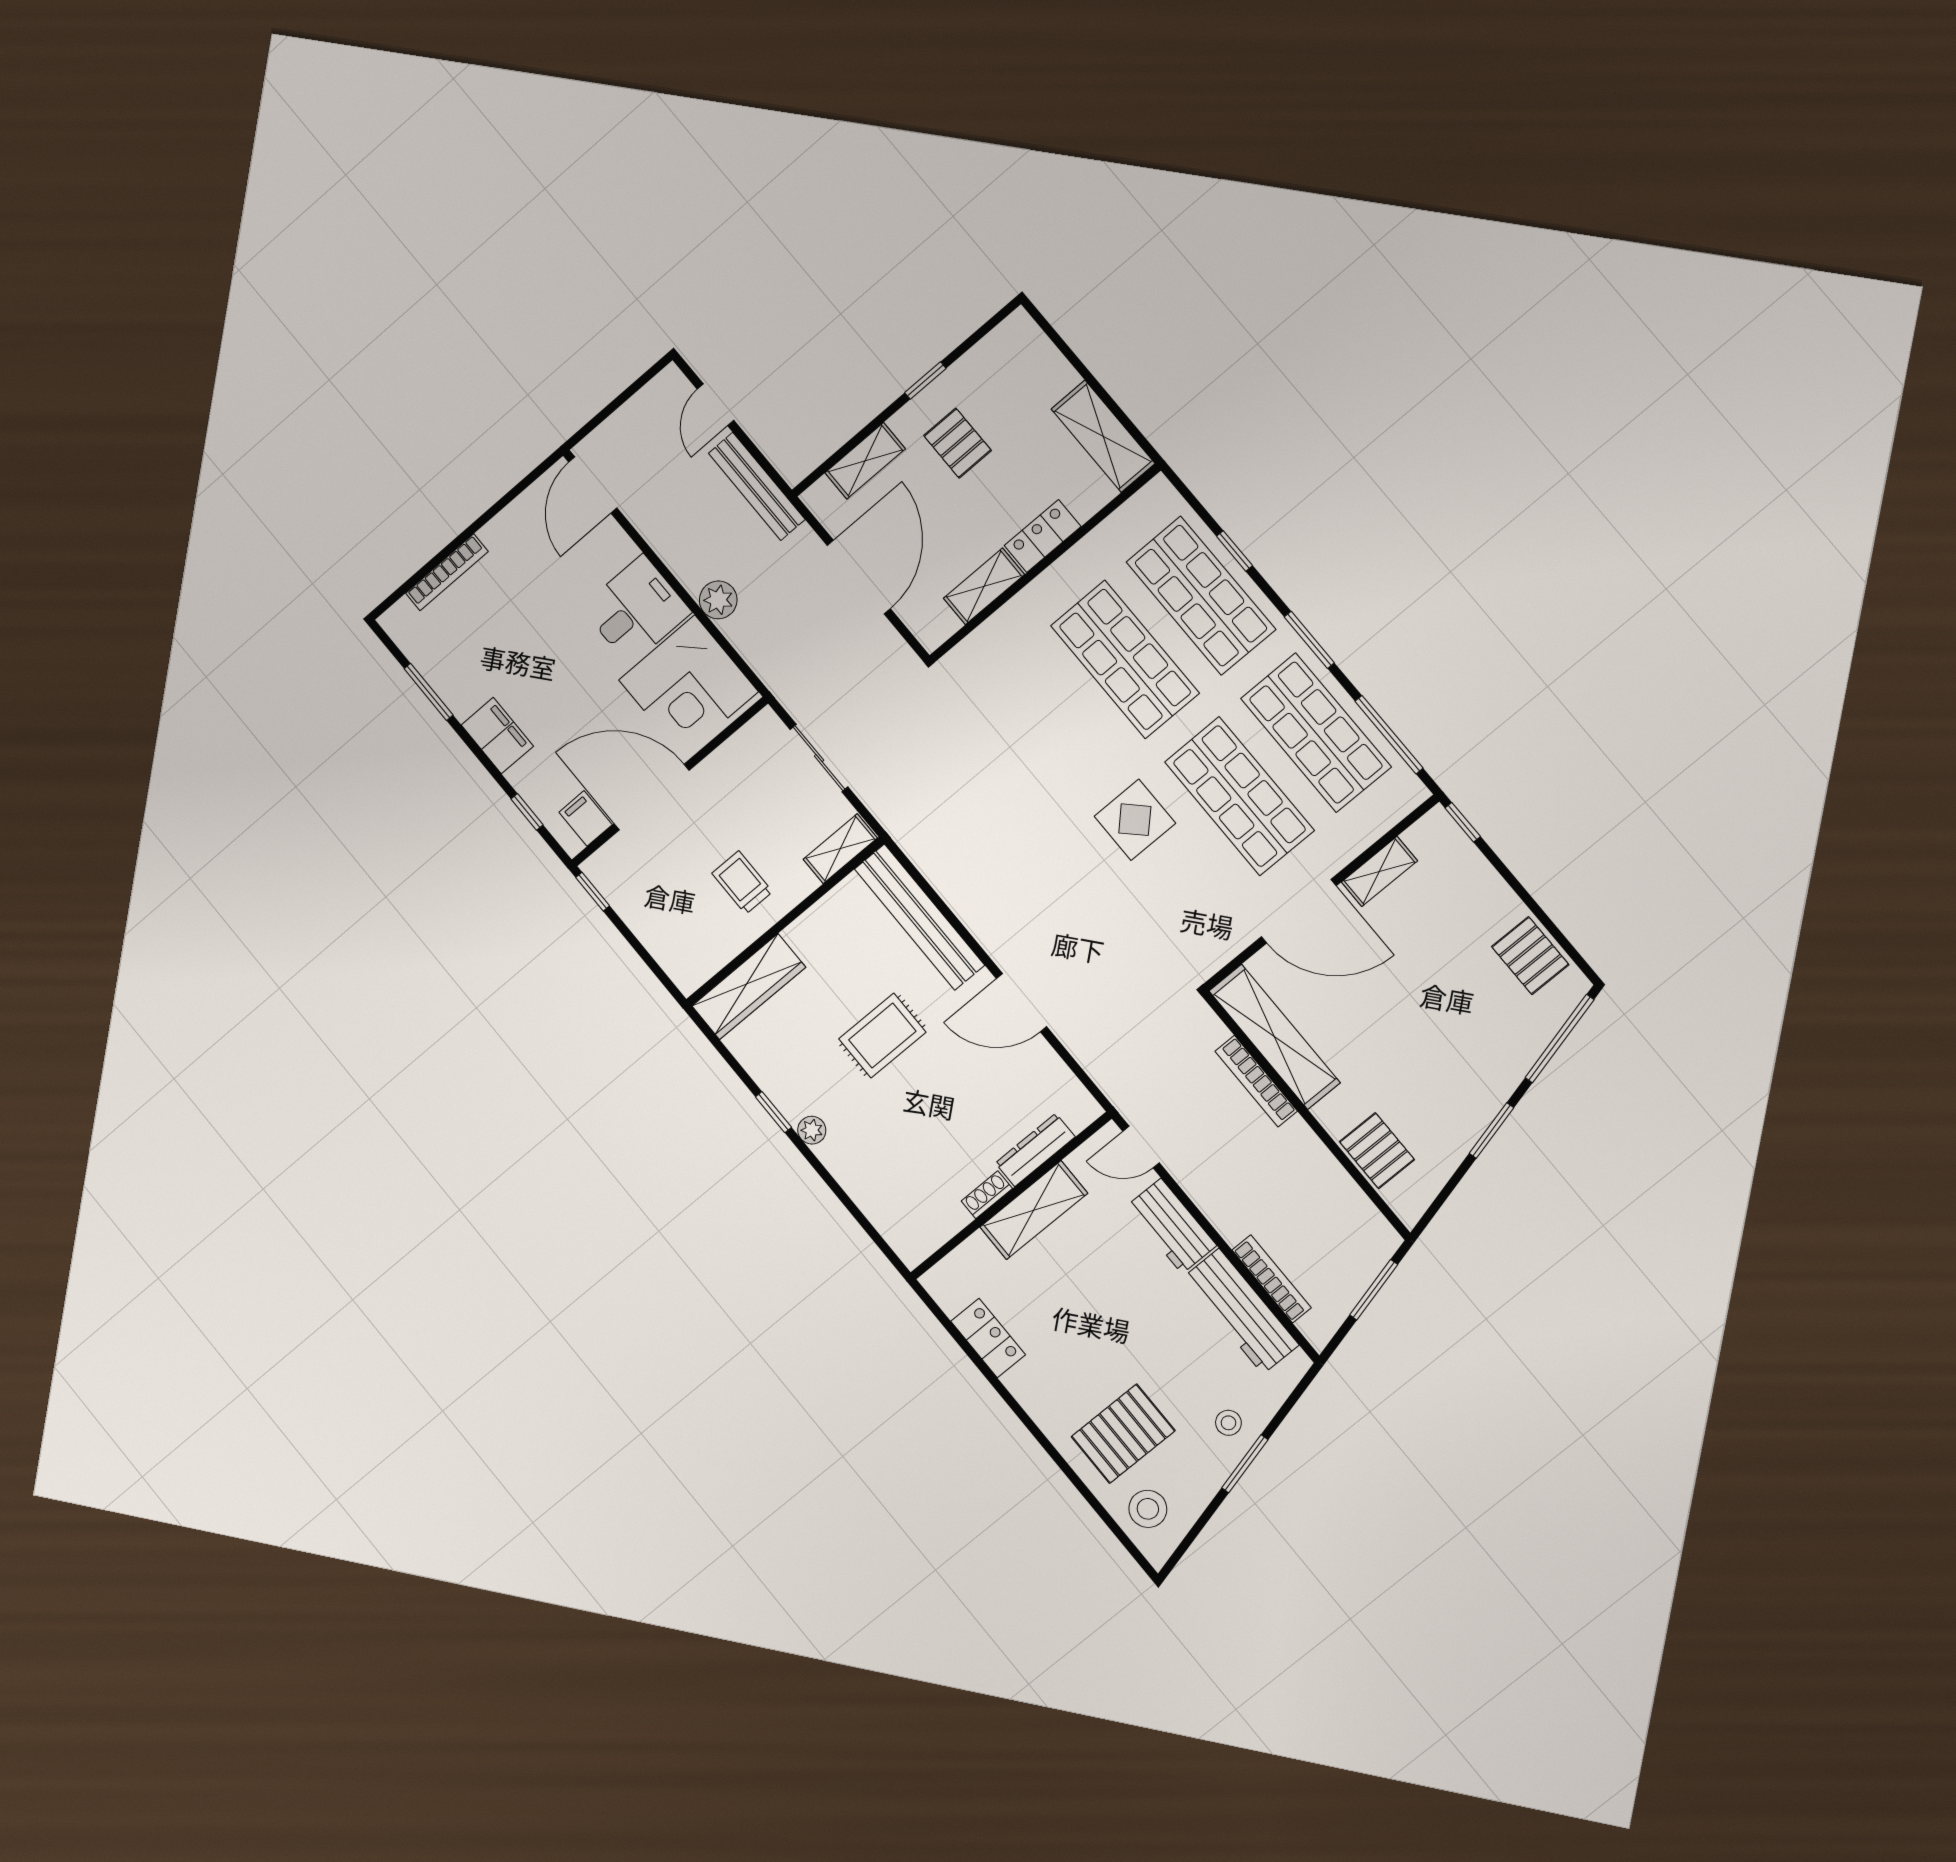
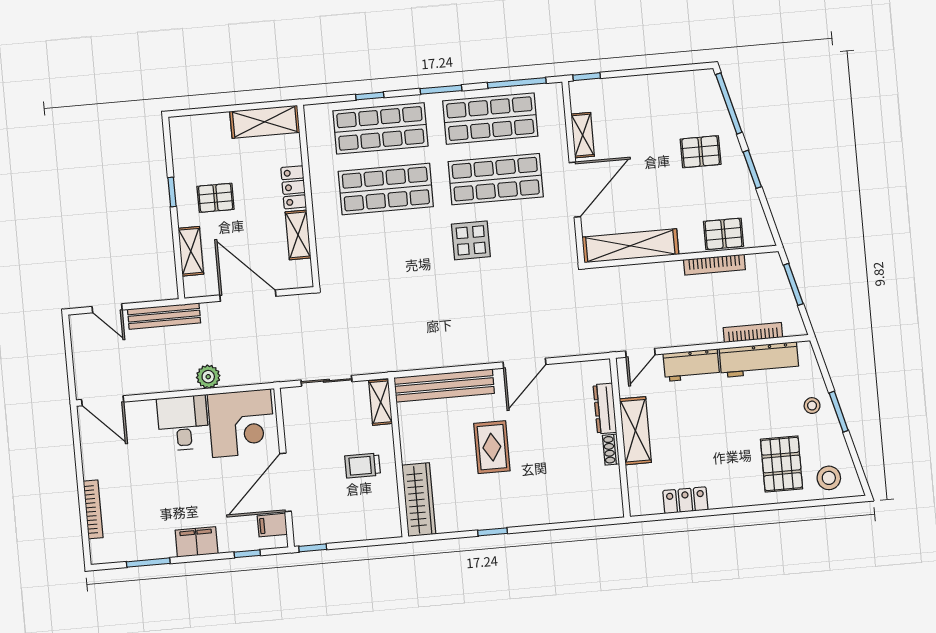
pallet: (1530, 956) -> (701, 152), moved
bookcase: (1256, 1081) -> (714, 265), moved
plant: (812, 1130) -> (516, 518), removed

